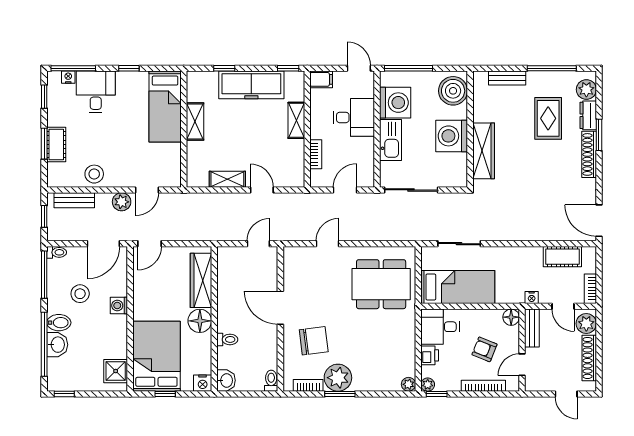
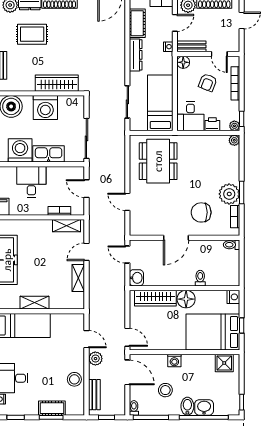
shelving: (296, 120) -> (67, 226), moved
dresser: (521, 255) -> (136, 55), added
chair: (314, 341) -> (201, 212), turned -83
washbasin: (226, 380) -> (136, 278), moved, turned 90

